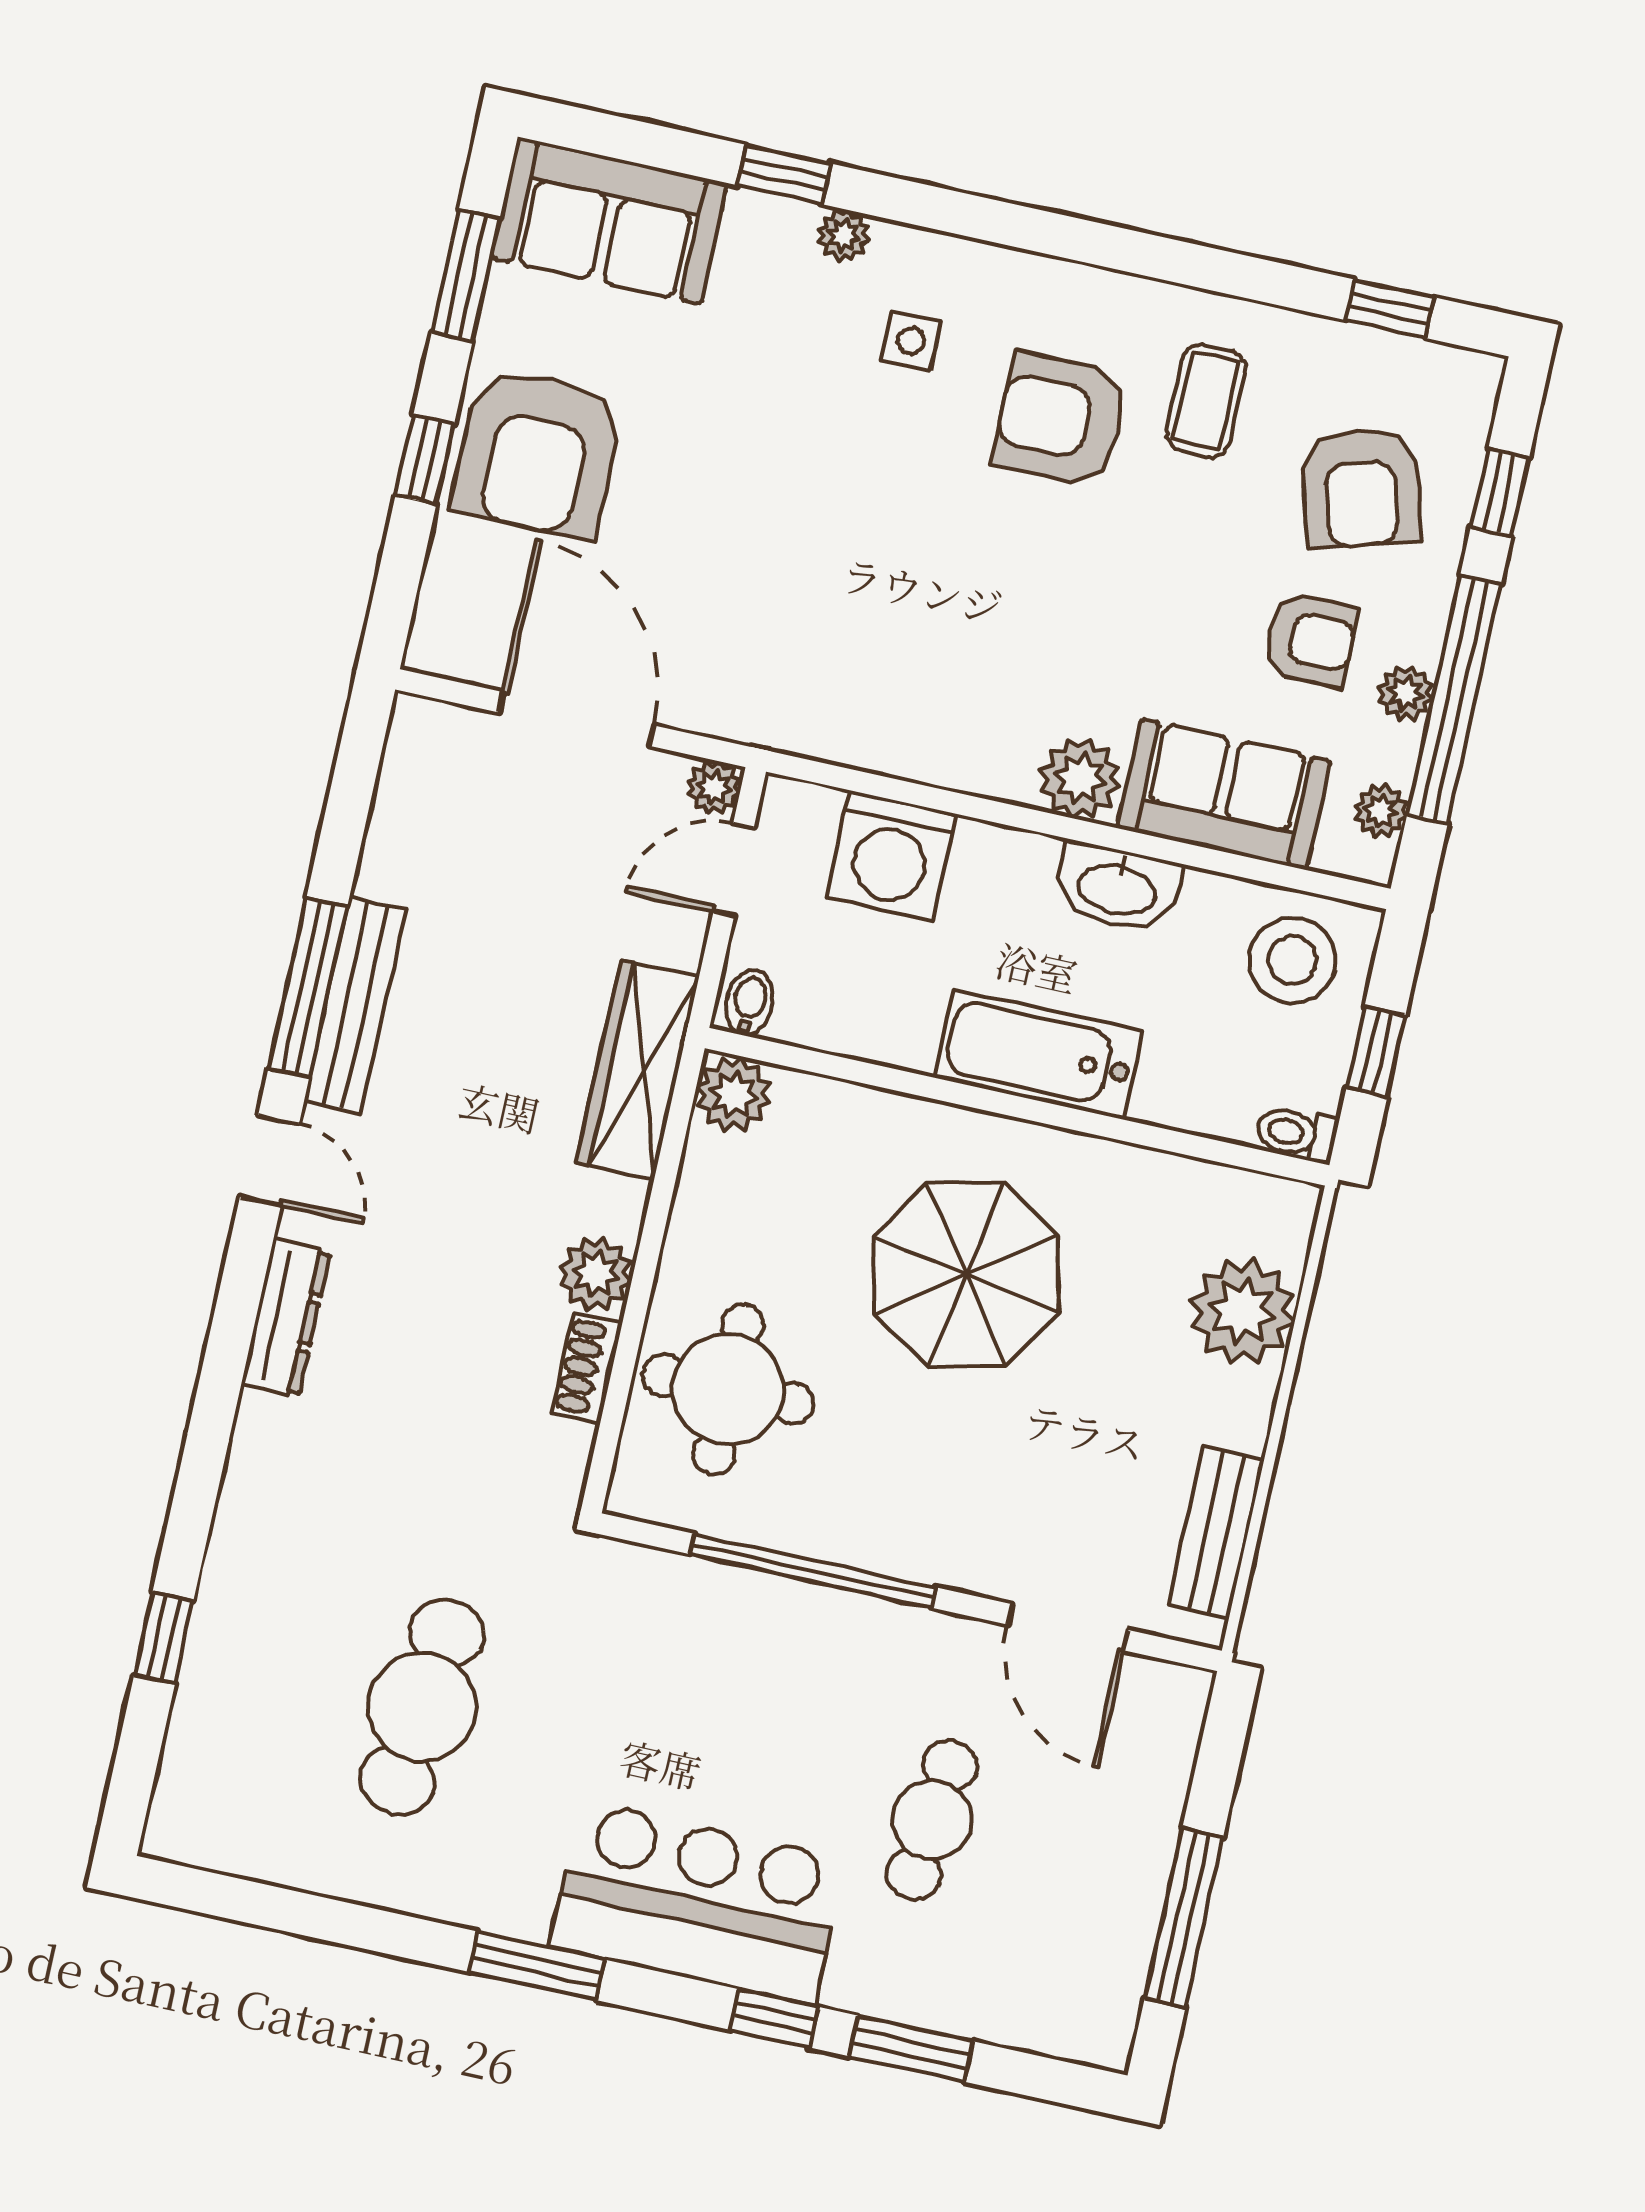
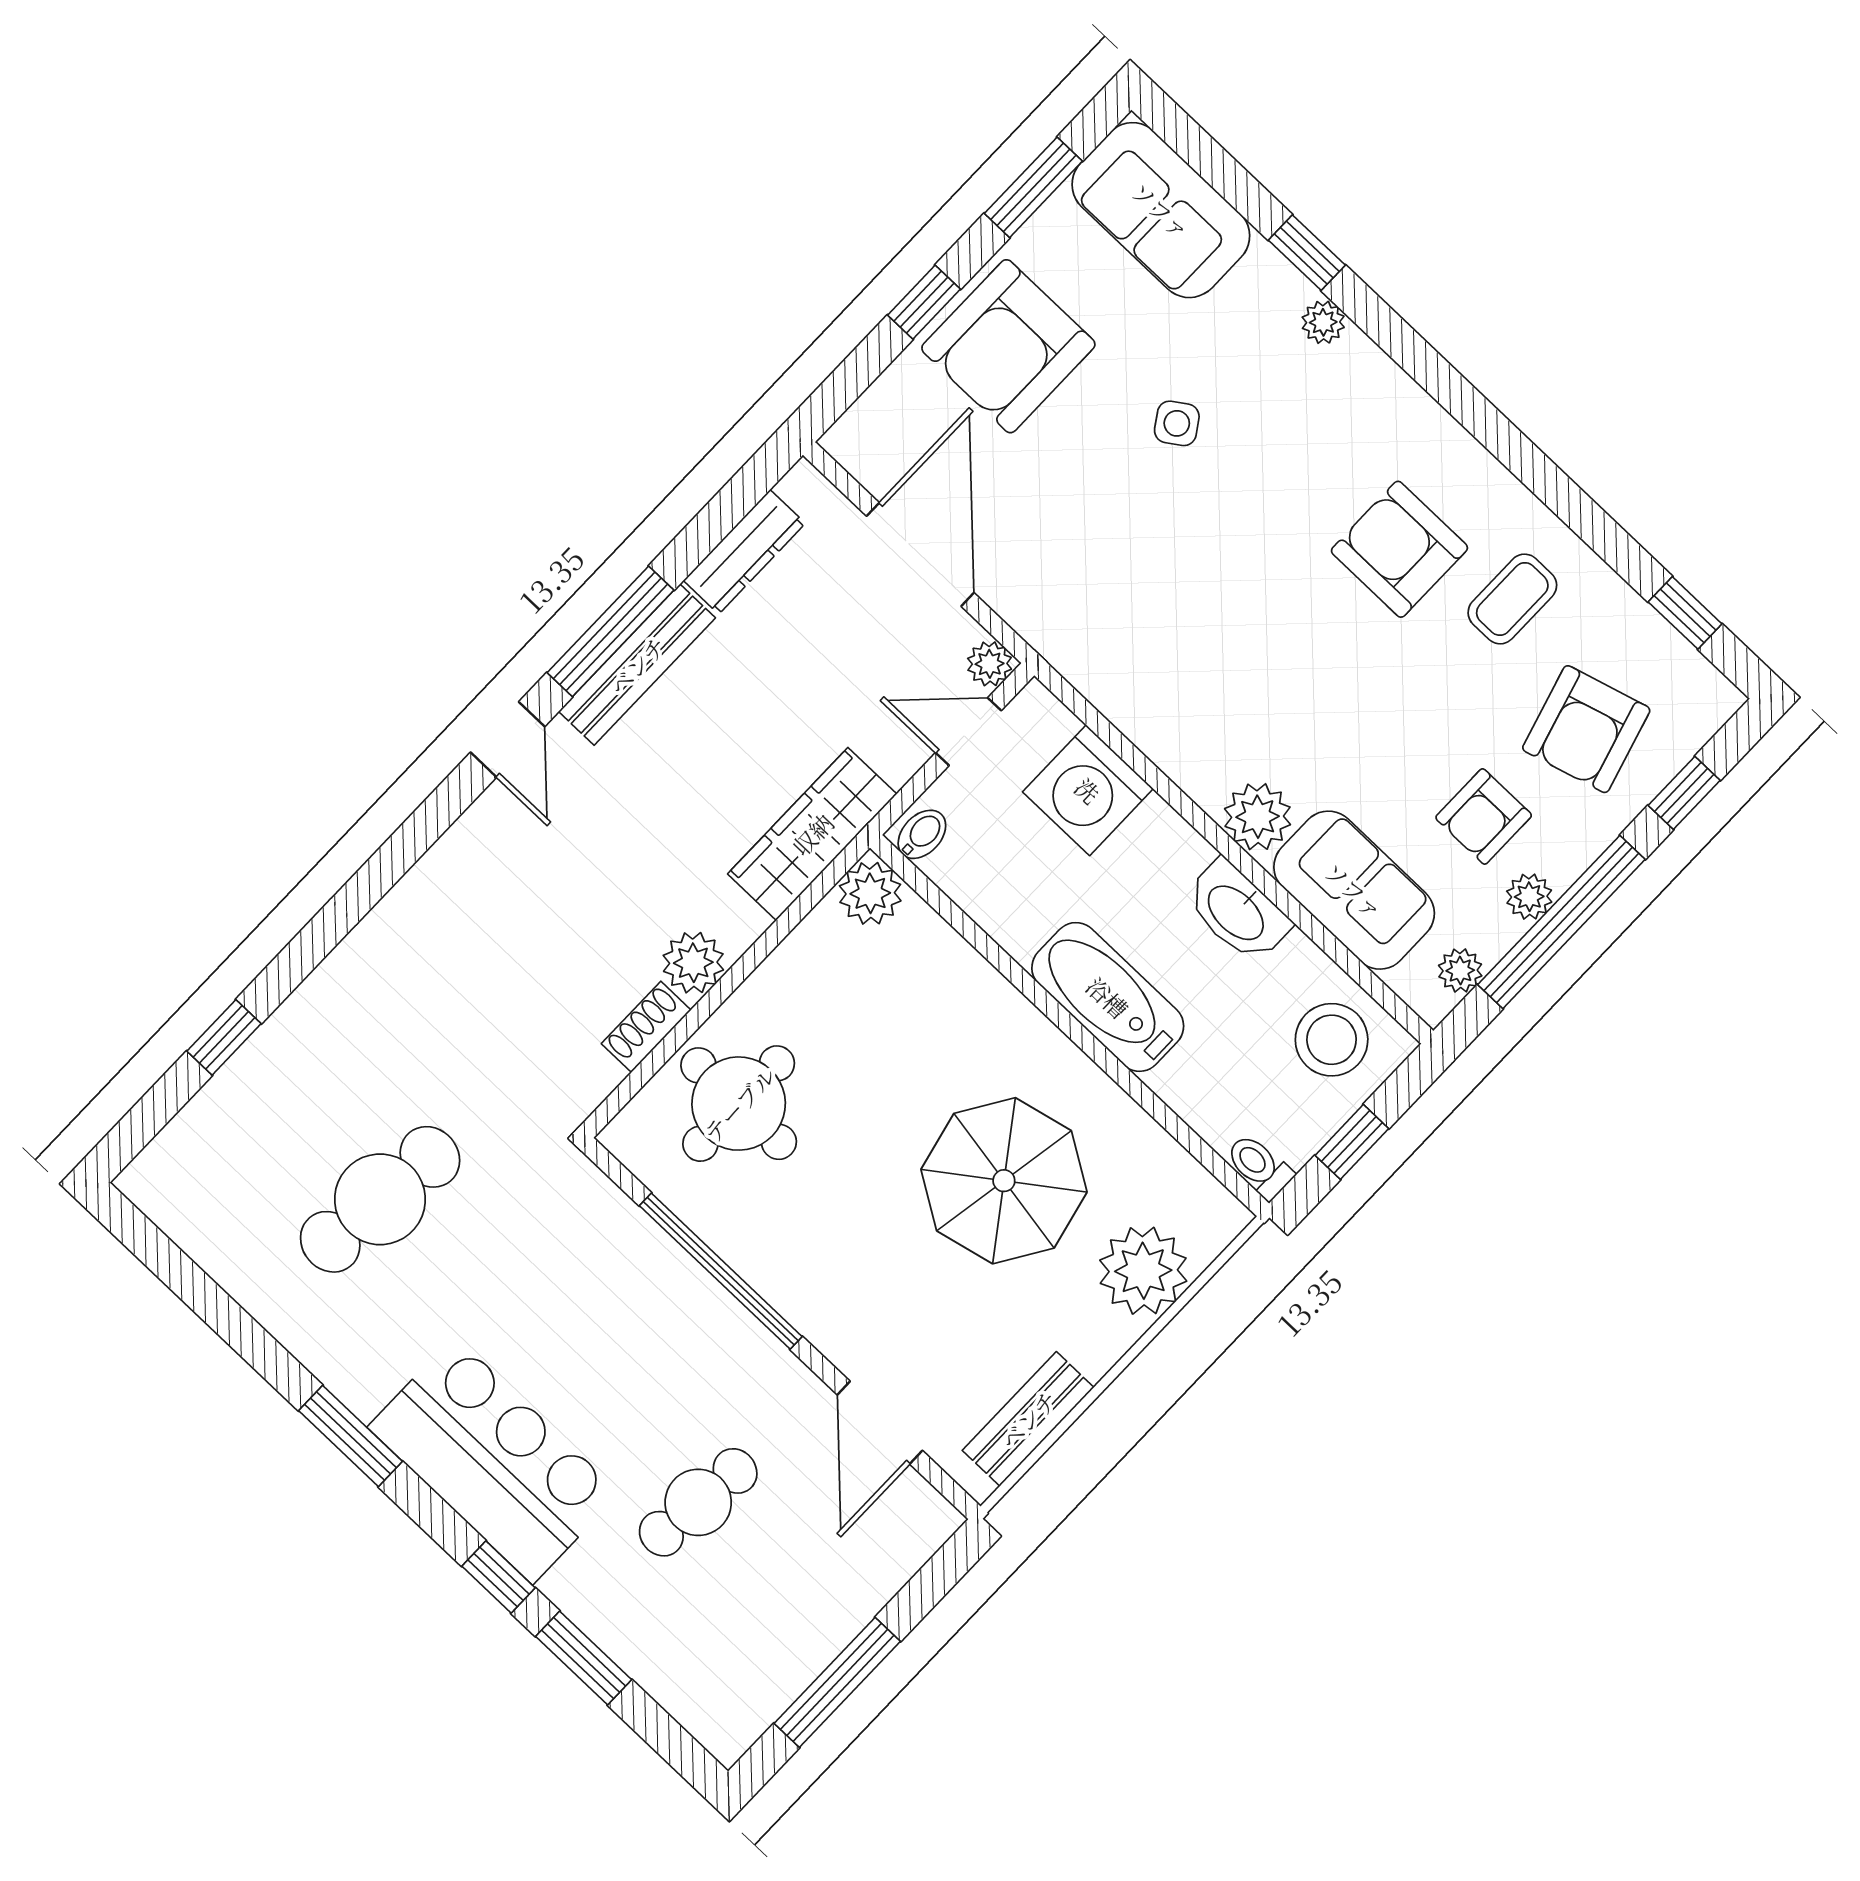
side table: (911, 341) -> (1177, 423), moved, turned -33
armchair: (1310, 640) -> (1484, 816), turned 90
parasol: (966, 1275) -> (1004, 1181), moved
dresser: (286, 1318) -> (744, 552), moved

